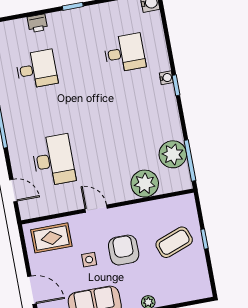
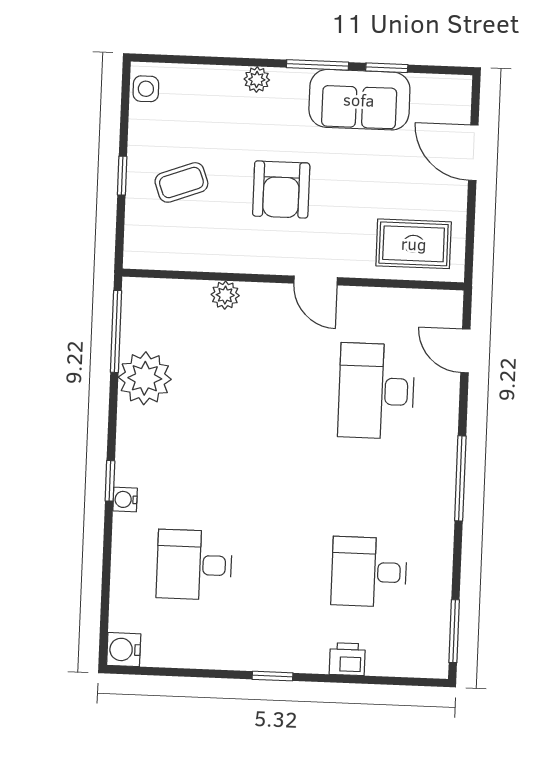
plant: (173, 154) -> (145, 378), moved
plant: (145, 184) -> (225, 295), width x0.53, depth x0.53
coffee table: (174, 242) -> (181, 182), width x0.73, depth x0.77
side table: (89, 260) -> (146, 89), moved

